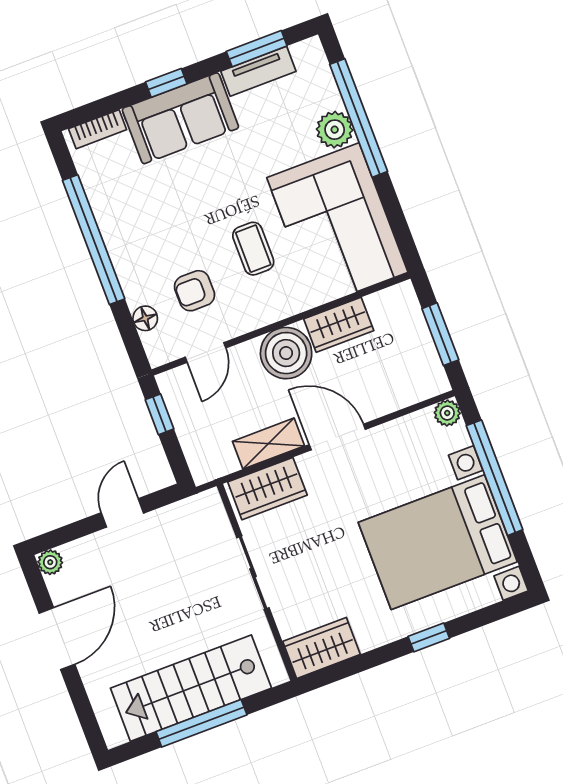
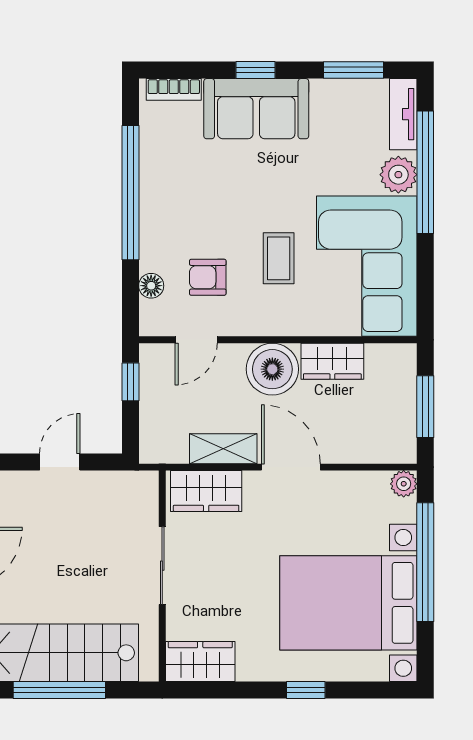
tv unit: (258, 71) -> (403, 114), moved, turned 90

